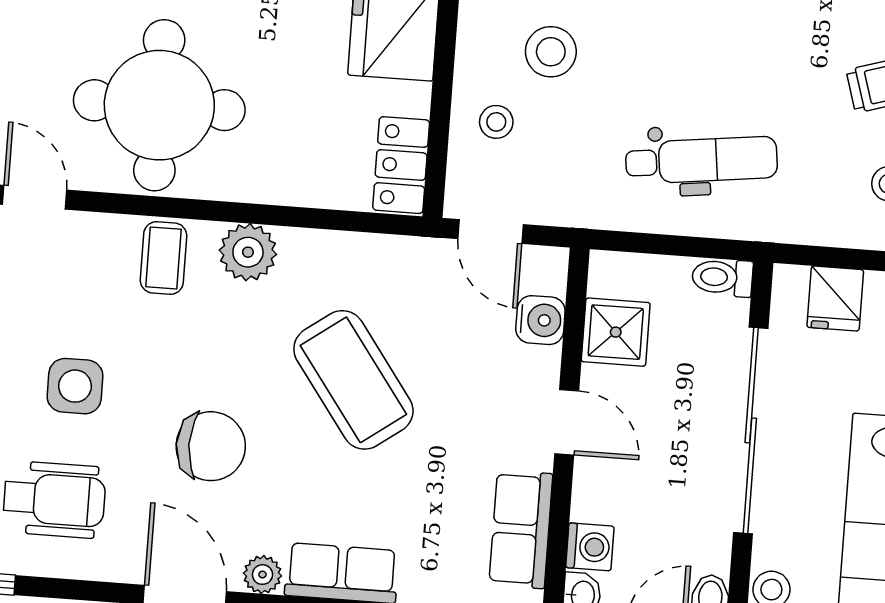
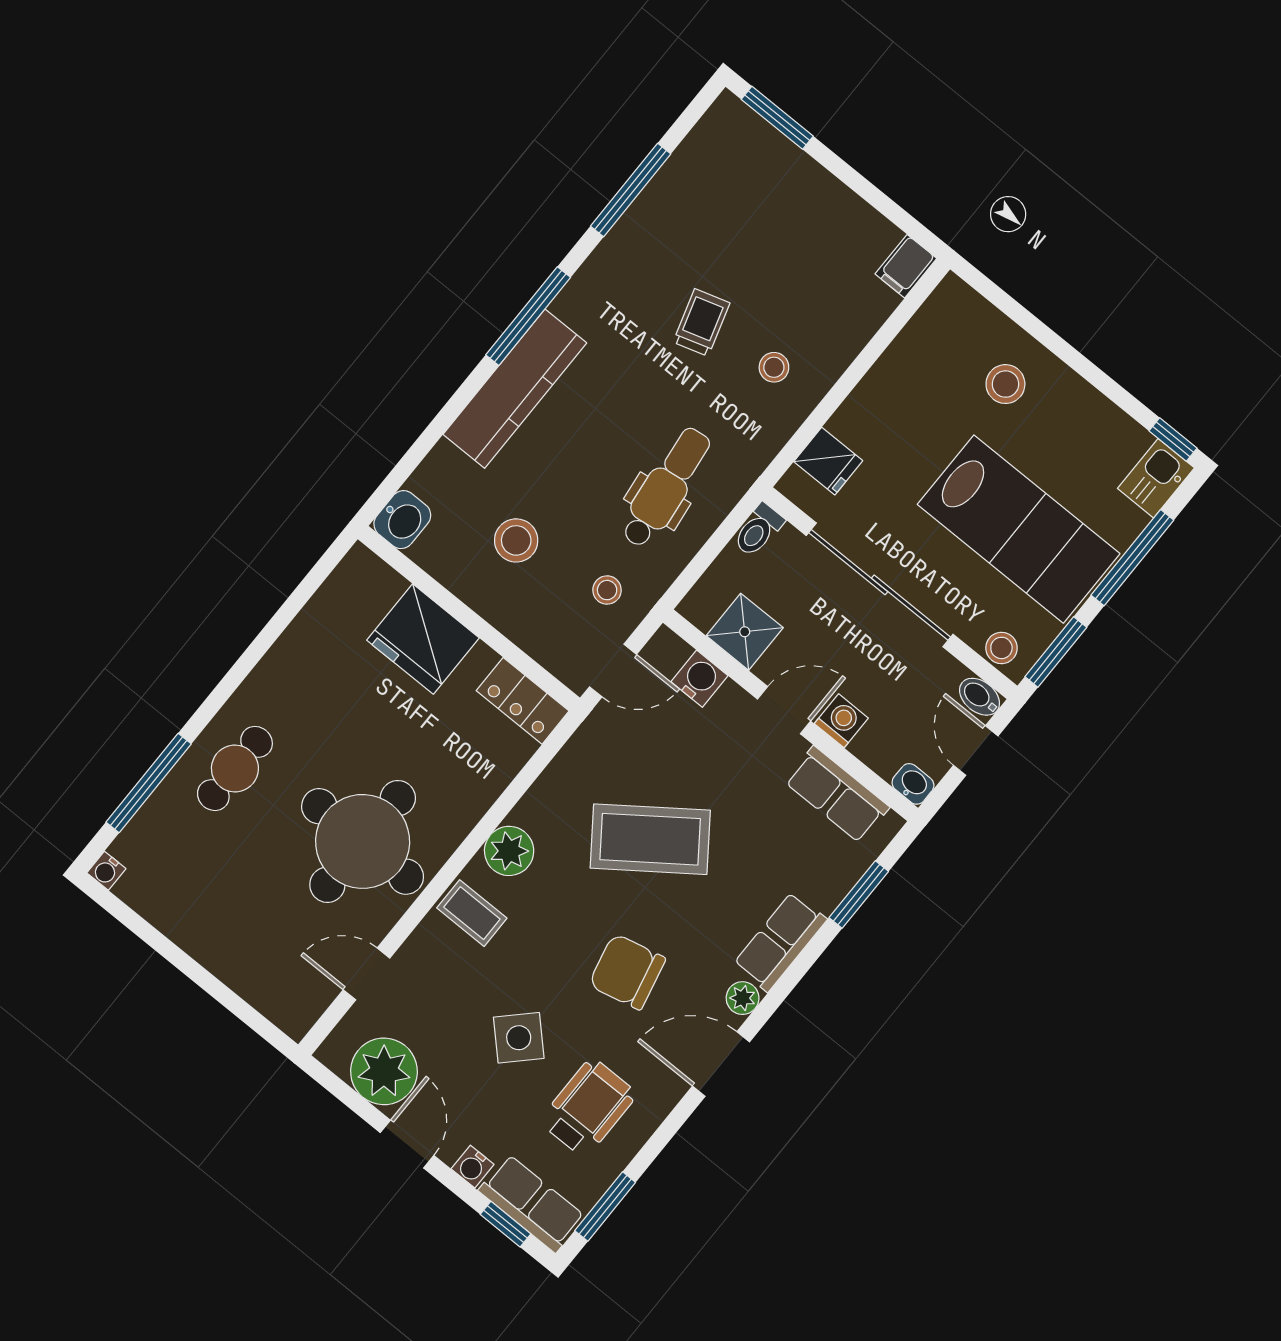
stool: (496, 122) -> (607, 590), moved
side table: (75, 386) -> (519, 1038), turned 45
chair: (211, 446) -> (627, 972), turned -103
washing machine: (590, 547) -> (841, 721), moved

